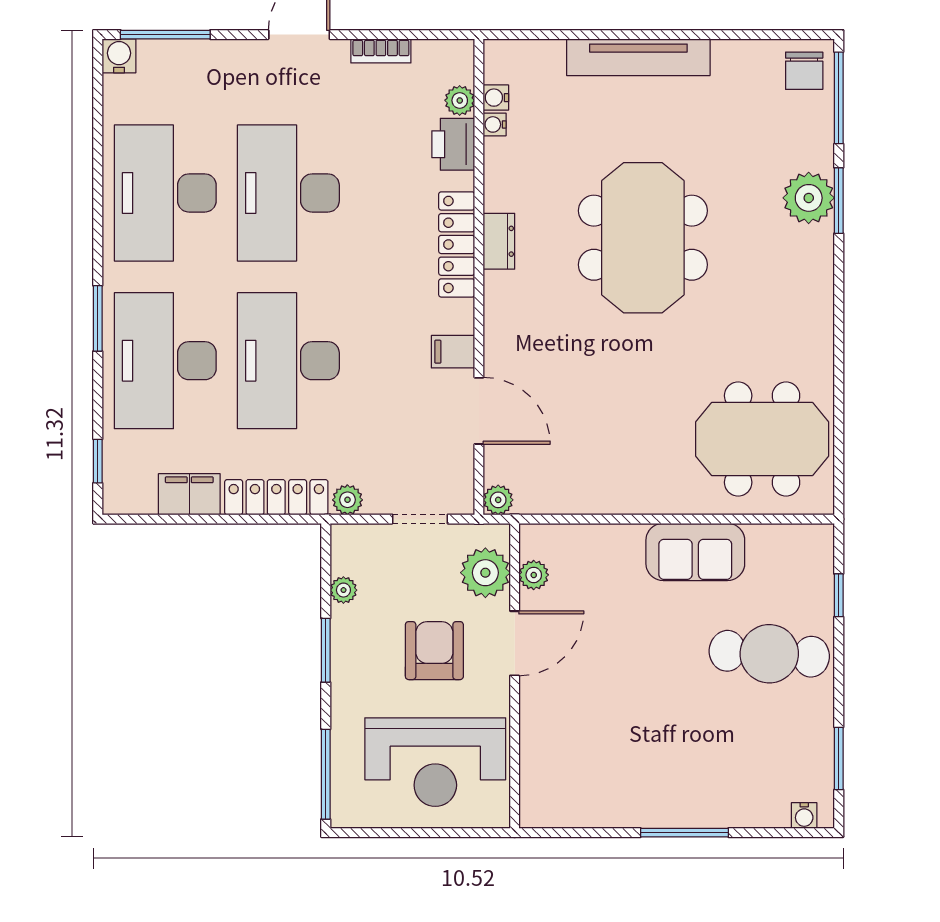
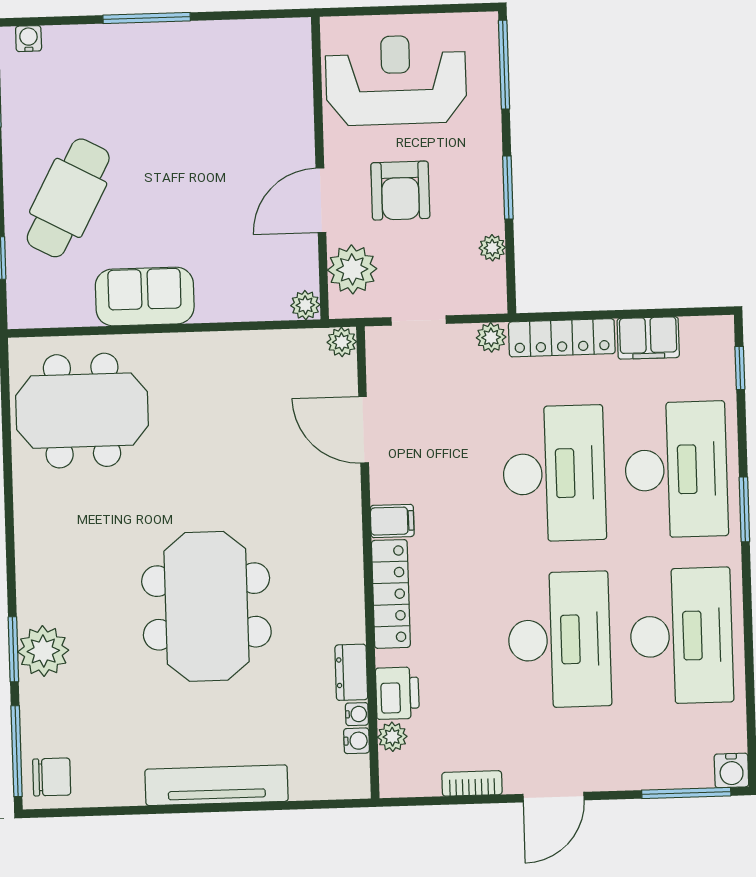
chair: (804, 71) -> (52, 777), turned 90
dresser: (499, 241) -> (351, 672), moved
filing cabinet: (453, 352) -> (392, 521), moved
plant: (534, 575) -> (305, 305), moved
cafe table: (769, 654) -> (68, 198), turned -66

